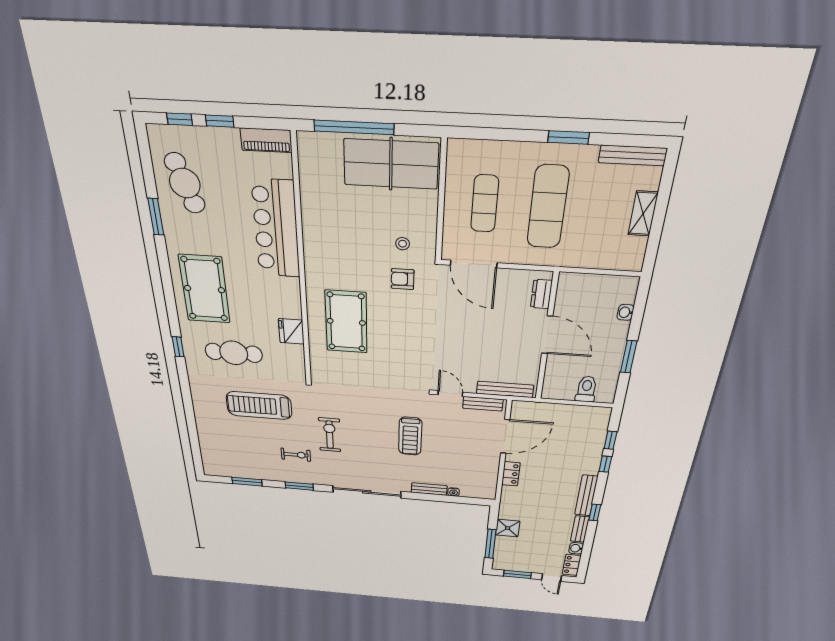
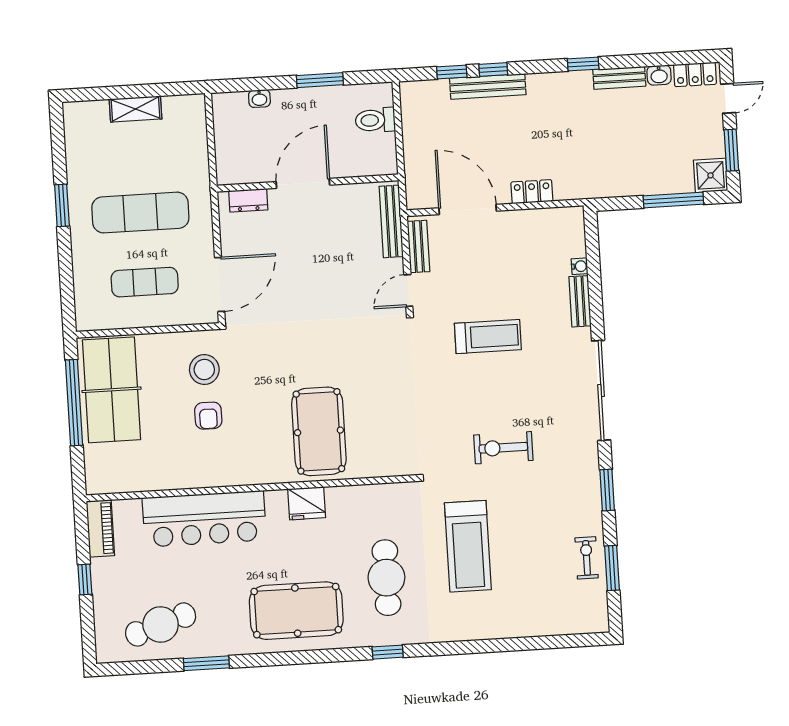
window: (180, 119) -> (88, 624), removed
window: (354, 127) -> (74, 403), moved
bench: (633, 155) -> (73, 136), removed
stool: (403, 244) -> (204, 369), width x1.89, depth x1.89
armchair: (403, 279) -> (208, 416), moved
pool table: (346, 322) -> (319, 431), turned 90
fridge: (291, 331) -> (307, 503), moved
exercise bike: (296, 455) -> (587, 558), moved
bench: (586, 496) -> (488, 86), moved
shower: (508, 528) -> (711, 175), moved

